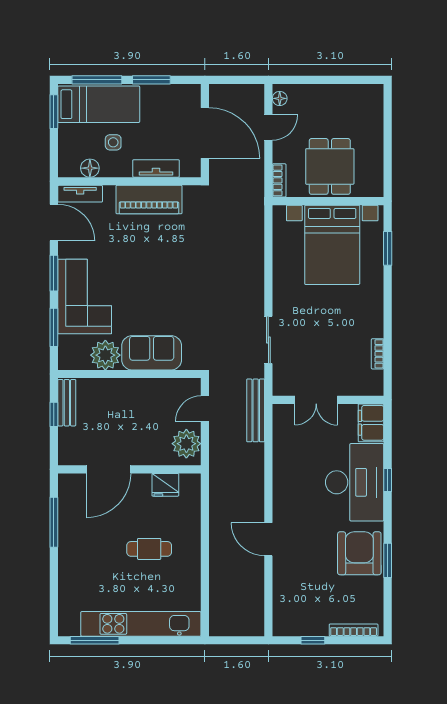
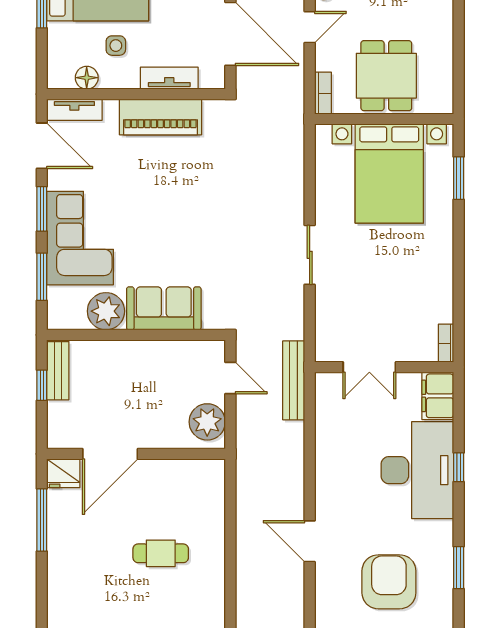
sliding door: (268, 340) -> (310, 255), moved
bookcase: (378, 354) -> (446, 343), moved
door: (205, 409) -> (230, 378), swing flipped
fridge: (165, 485) -> (63, 473), moved
armchair: (359, 553) -> (389, 582), moved

